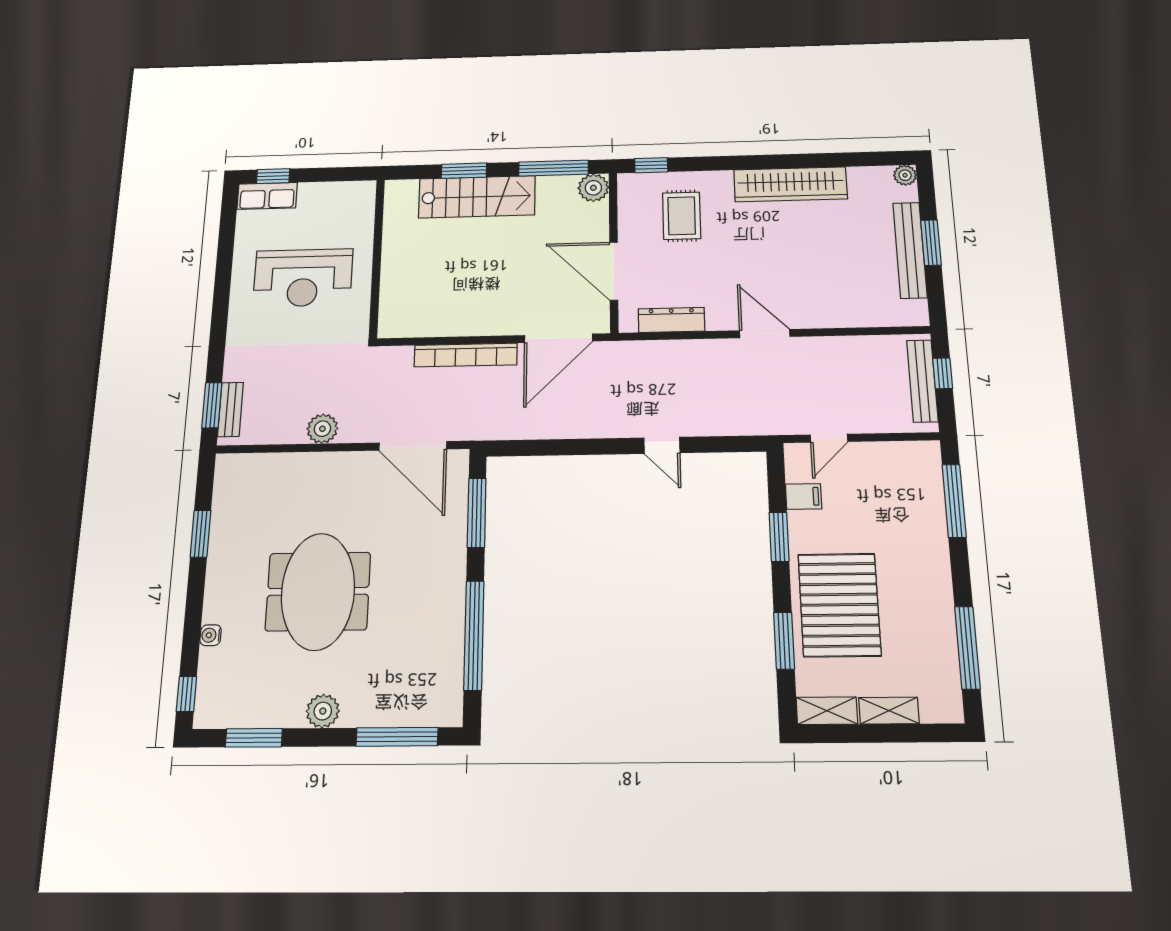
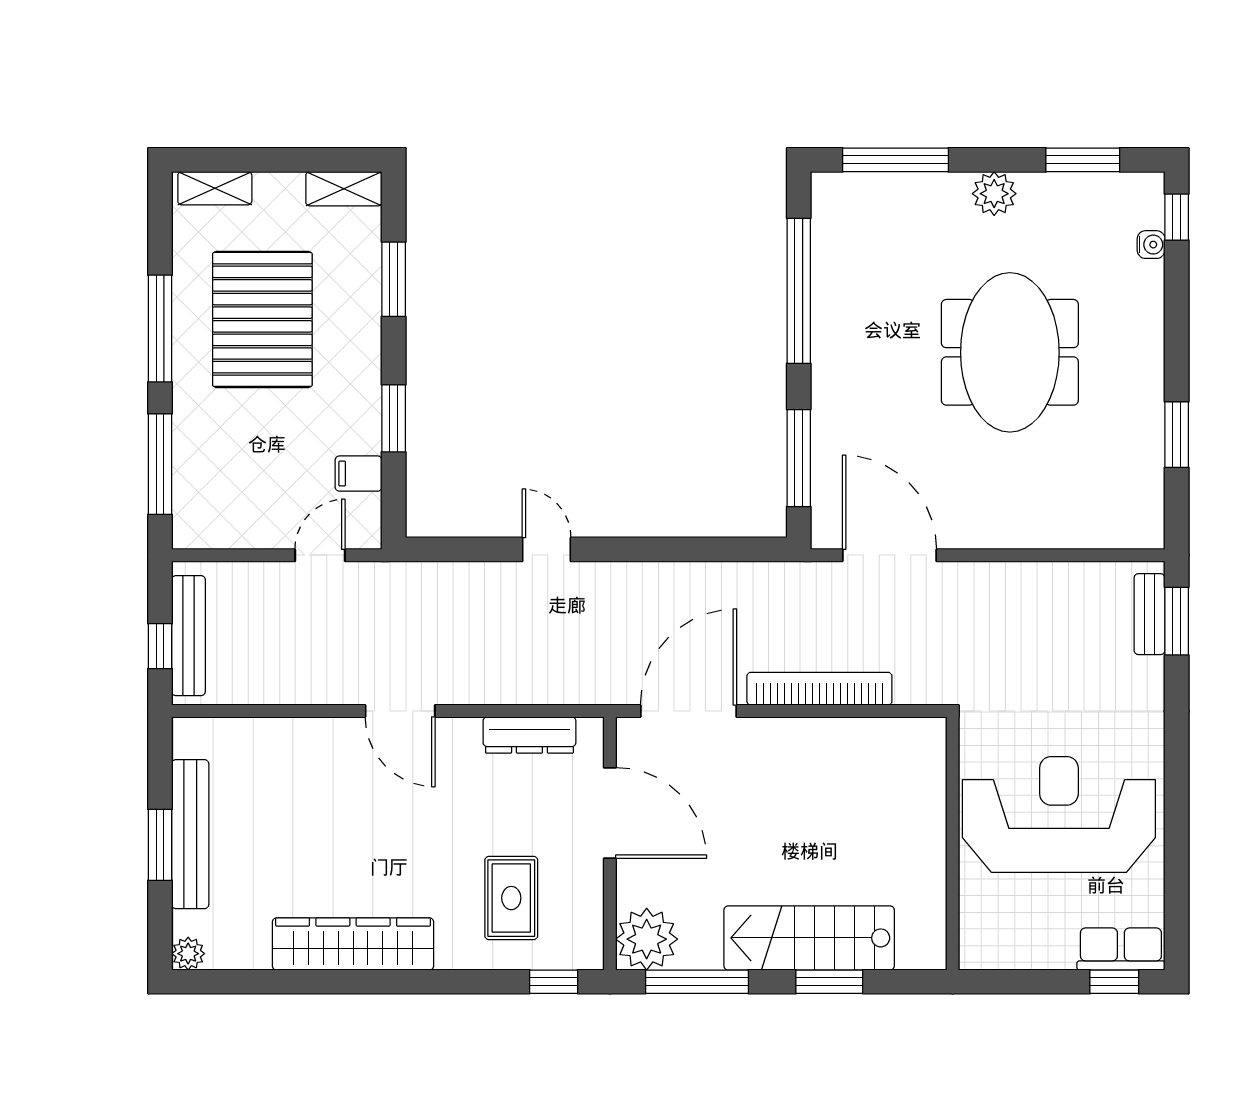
plant: (593, 188) -> (647, 939), width x1.36, depth x1.36
reception desk: (303, 278) -> (1059, 814), width x1.36, depth x1.30
plant: (322, 429) -> (1017, 583), removed
pallet: (839, 605) -> (262, 319), moved
water cooler: (211, 635) -> (1151, 245), moved
window: (967, 648) -> (160, 328), moved
shelving: (889, 711) -> (215, 188), moved

